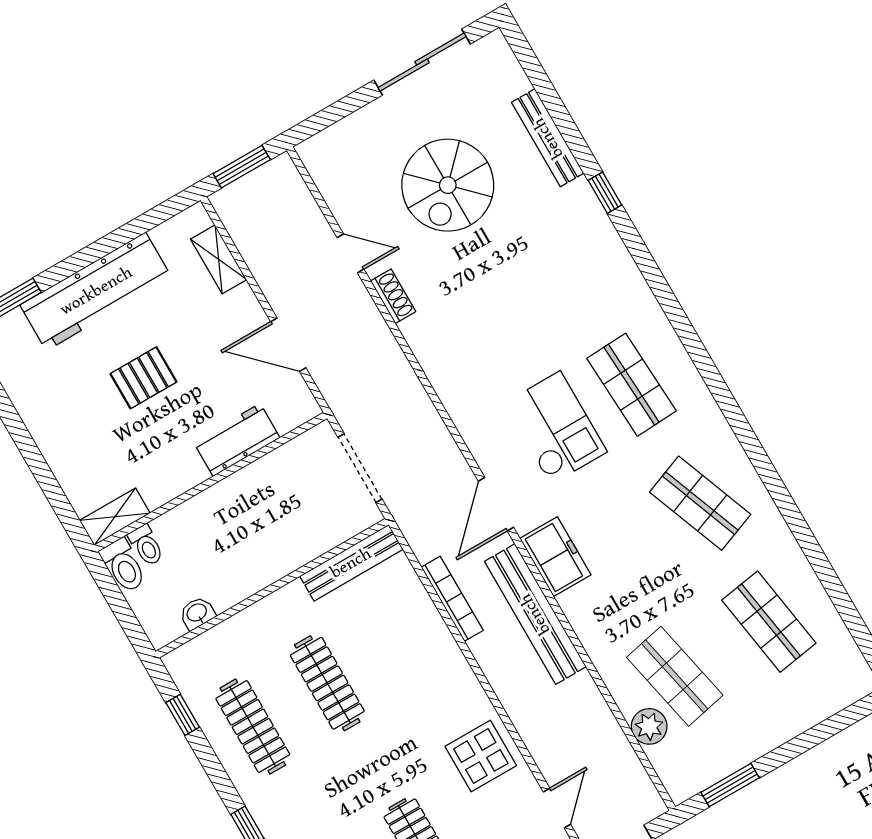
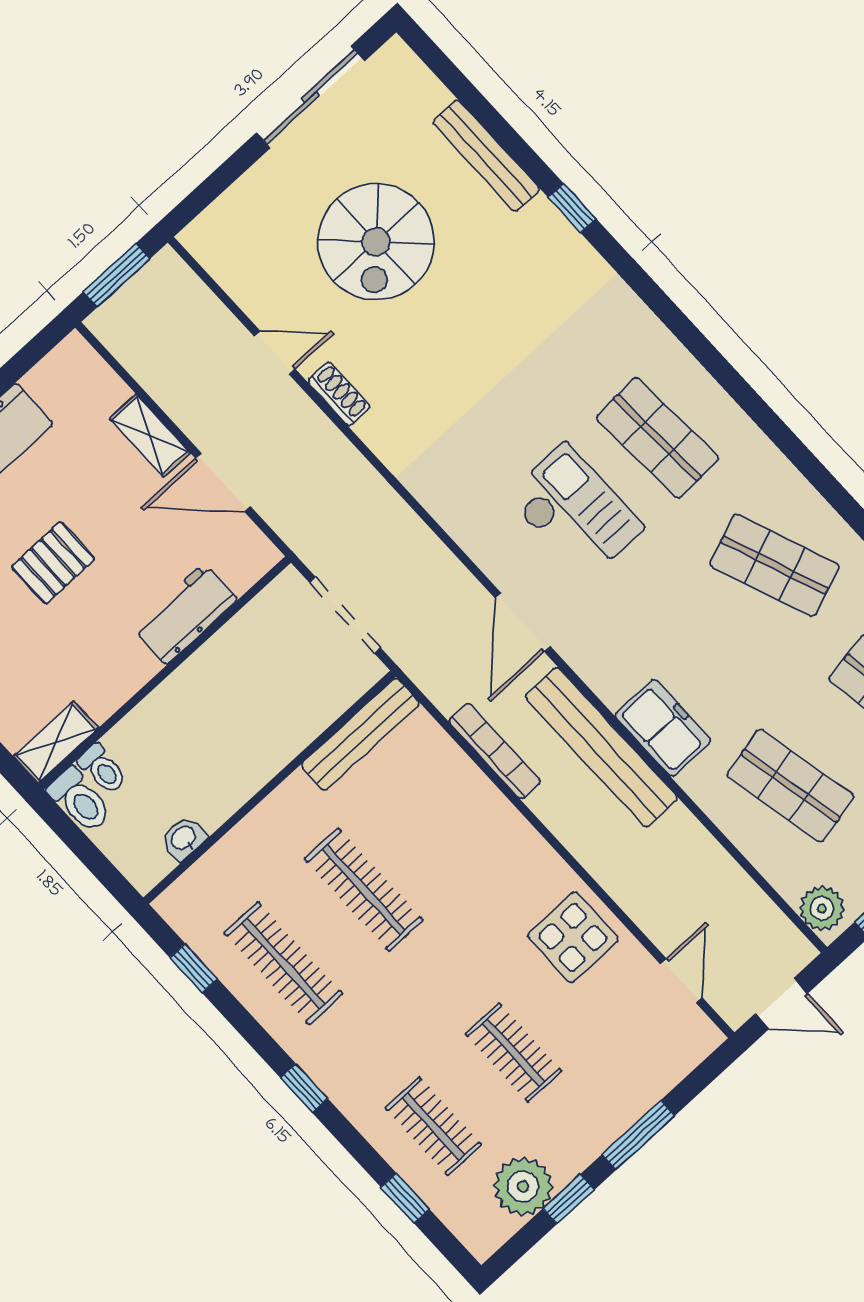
shelving: (219, 259) -> (150, 436), moved
freezer: (555, 557) -> (663, 728), moved
plant: (649, 726) -> (822, 908), moved

